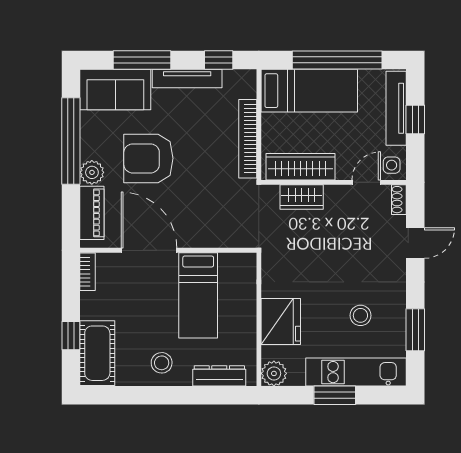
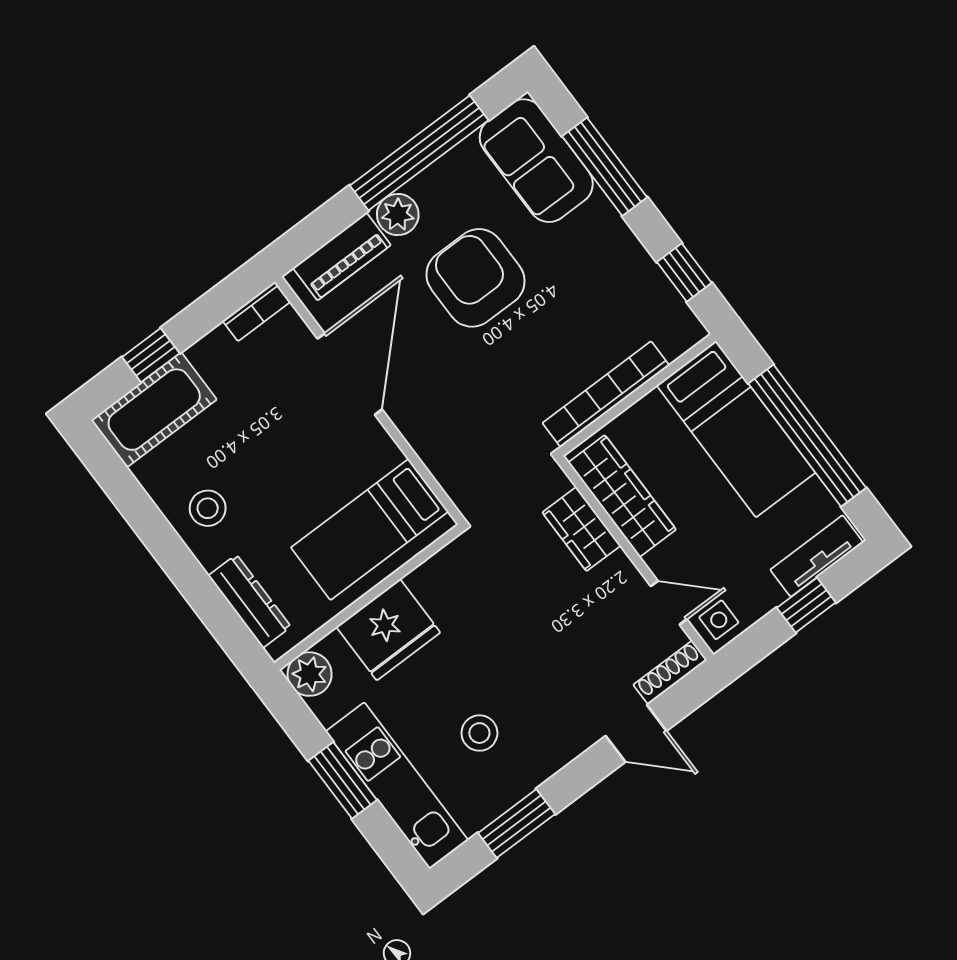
tv unit: (187, 78) -> (626, 248), removed
tv unit: (396, 108) -> (817, 556), width x0.71
shoe rack: (399, 200) -> (670, 672), width x1.43
bed: (198, 295) -> (370, 529), moved

